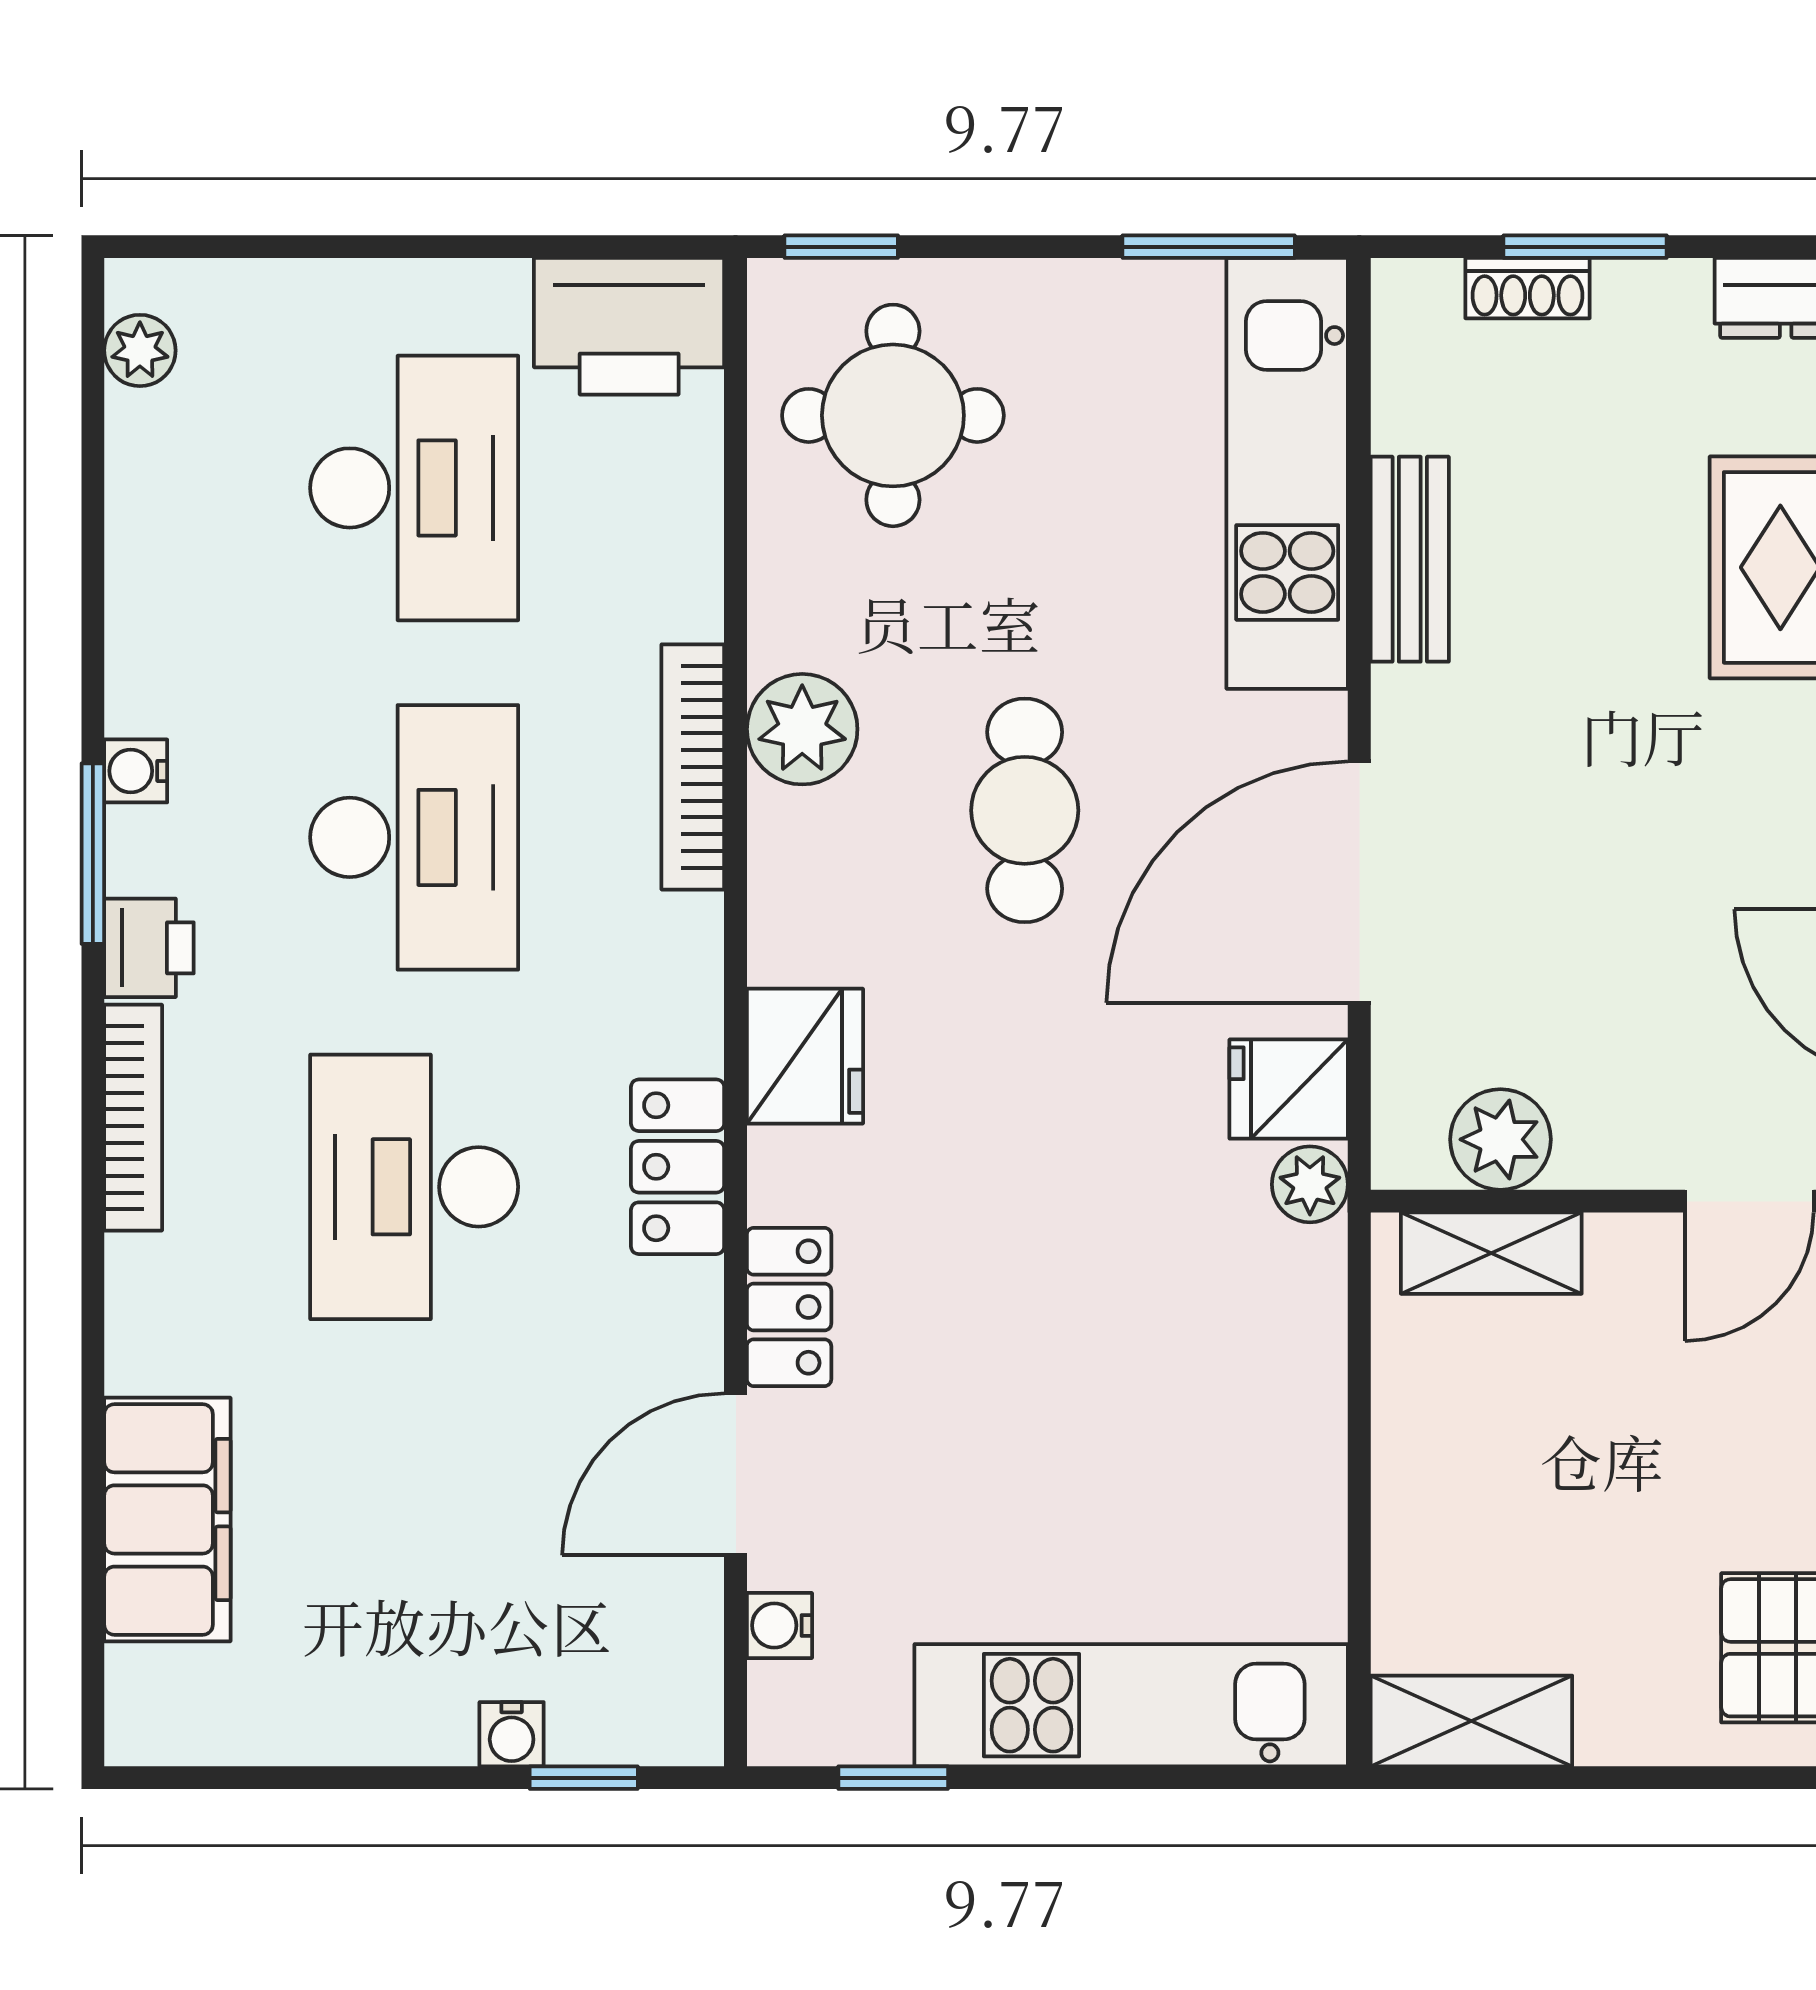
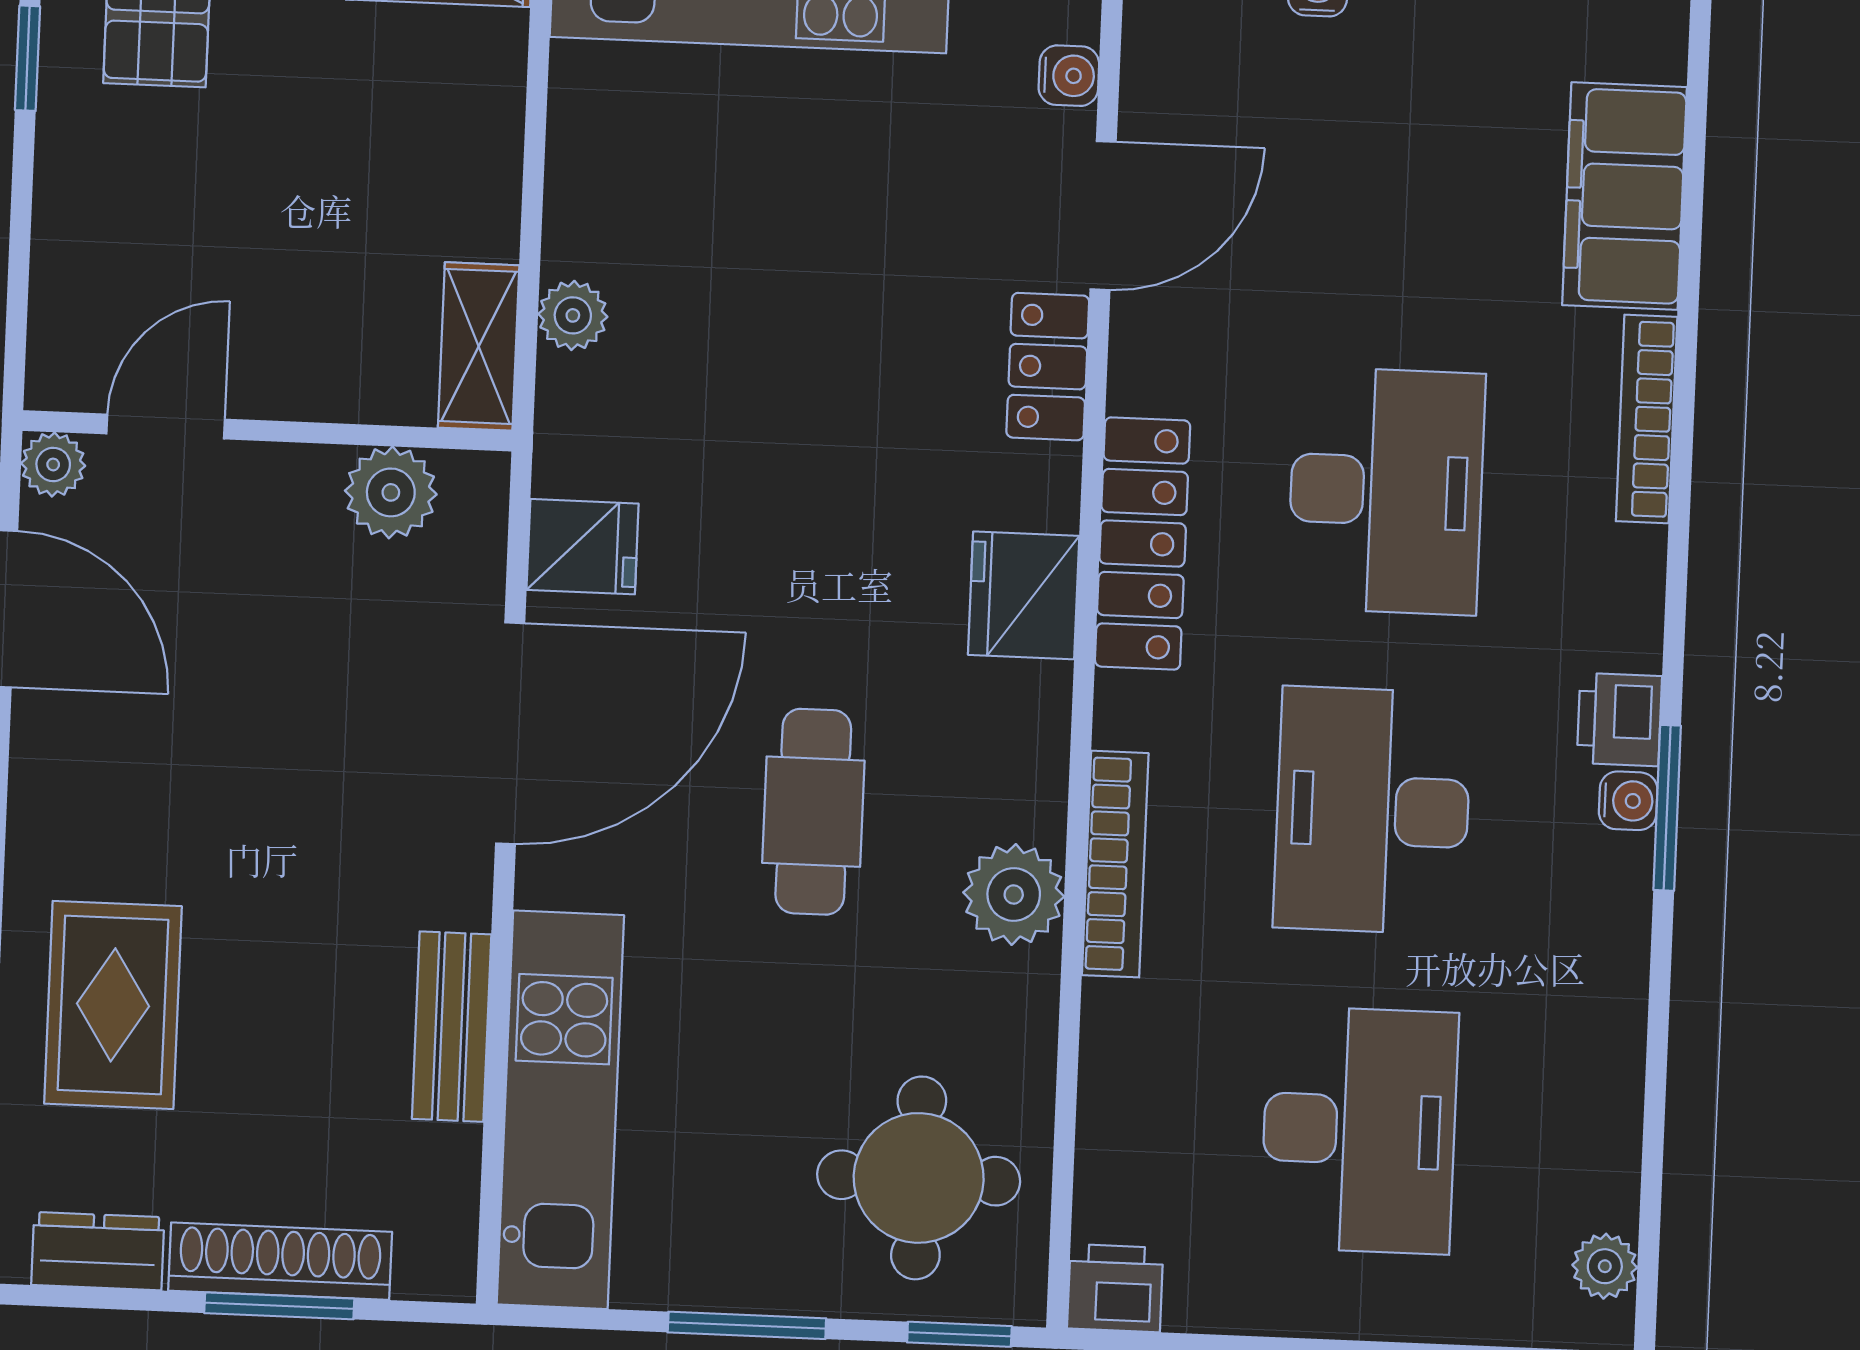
window: (1209, 247) -> (747, 1325), moved
shoe rack: (1528, 288) -> (280, 1261), width x1.94, depth x1.24
printer: (629, 326) -> (1115, 1288), width x0.53, depth x0.68
desk: (414, 488) -> (1359, 1130), turned 180
water cooler: (136, 771) -> (1628, 801), moved
bookcase: (133, 1118) -> (1647, 419), moved
locker: (678, 1167) -> (1143, 543), width x1.53
plant: (1310, 1184) -> (573, 315), moved
shelving: (1491, 1253) -> (479, 346), moved, turned 90

